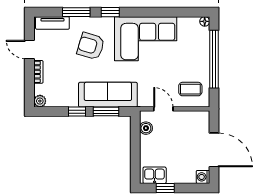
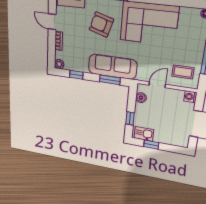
door: (163, 109) -> (157, 85), hinge flipped
window: (77, 112) -> (76, 75), moved
window: (135, 158) -> (130, 119), added
washing machine: (203, 177) -> (190, 97), moved

